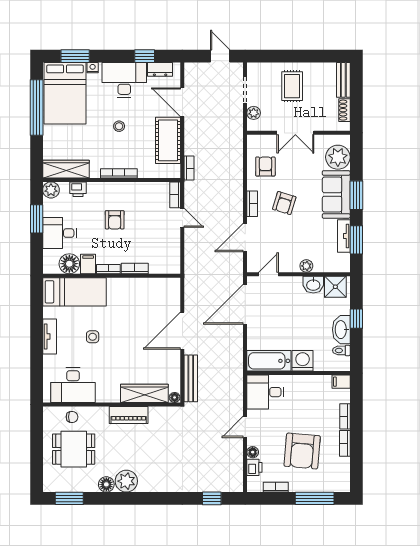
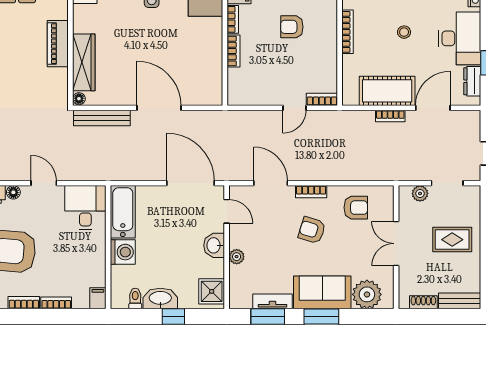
bookcase: (189, 168) -> (390, 116), moved
washbasin: (313, 285) -> (214, 245), moved

